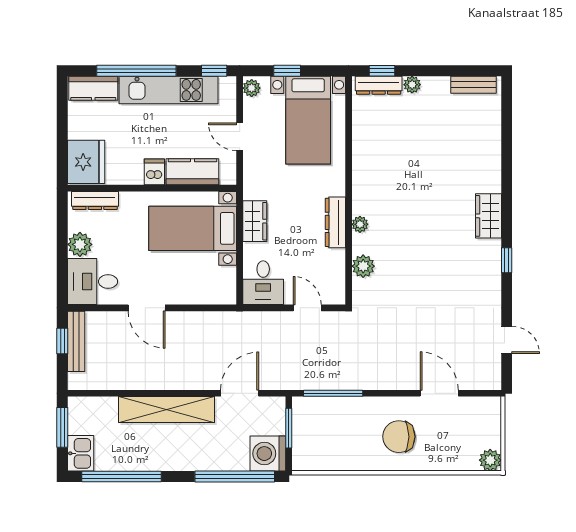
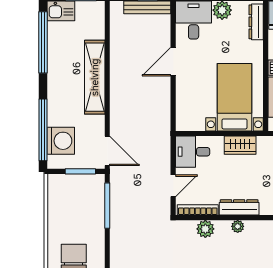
bookcase: (339, 276) -> (198, 210), added
door: (240, 393) -> (107, 151), moved
washing machine: (268, 454) -> (61, 141), moved, turned 90

